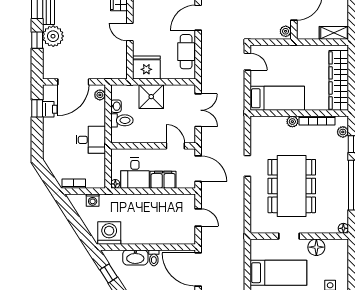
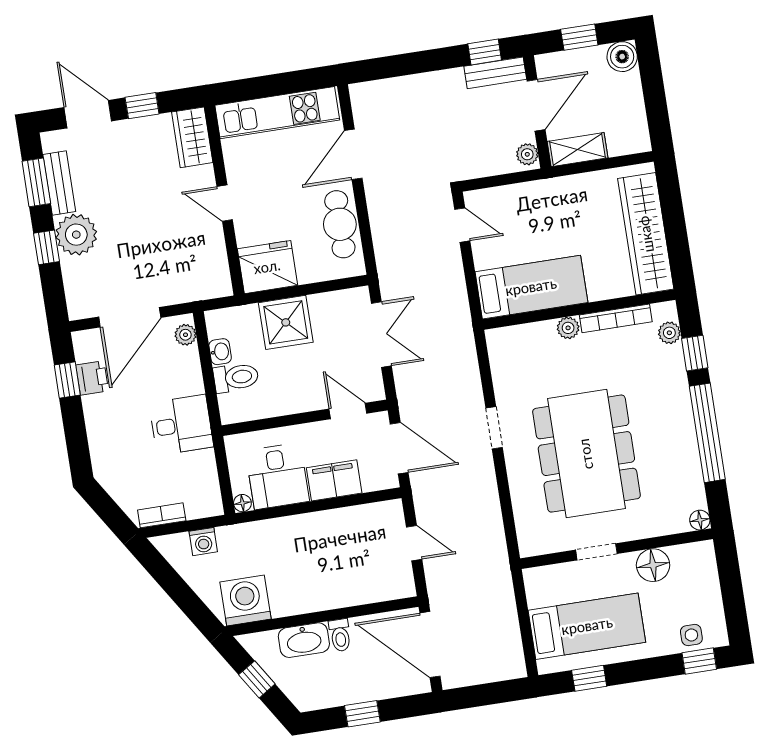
shelving: (334, 33) -> (578, 150), moved

